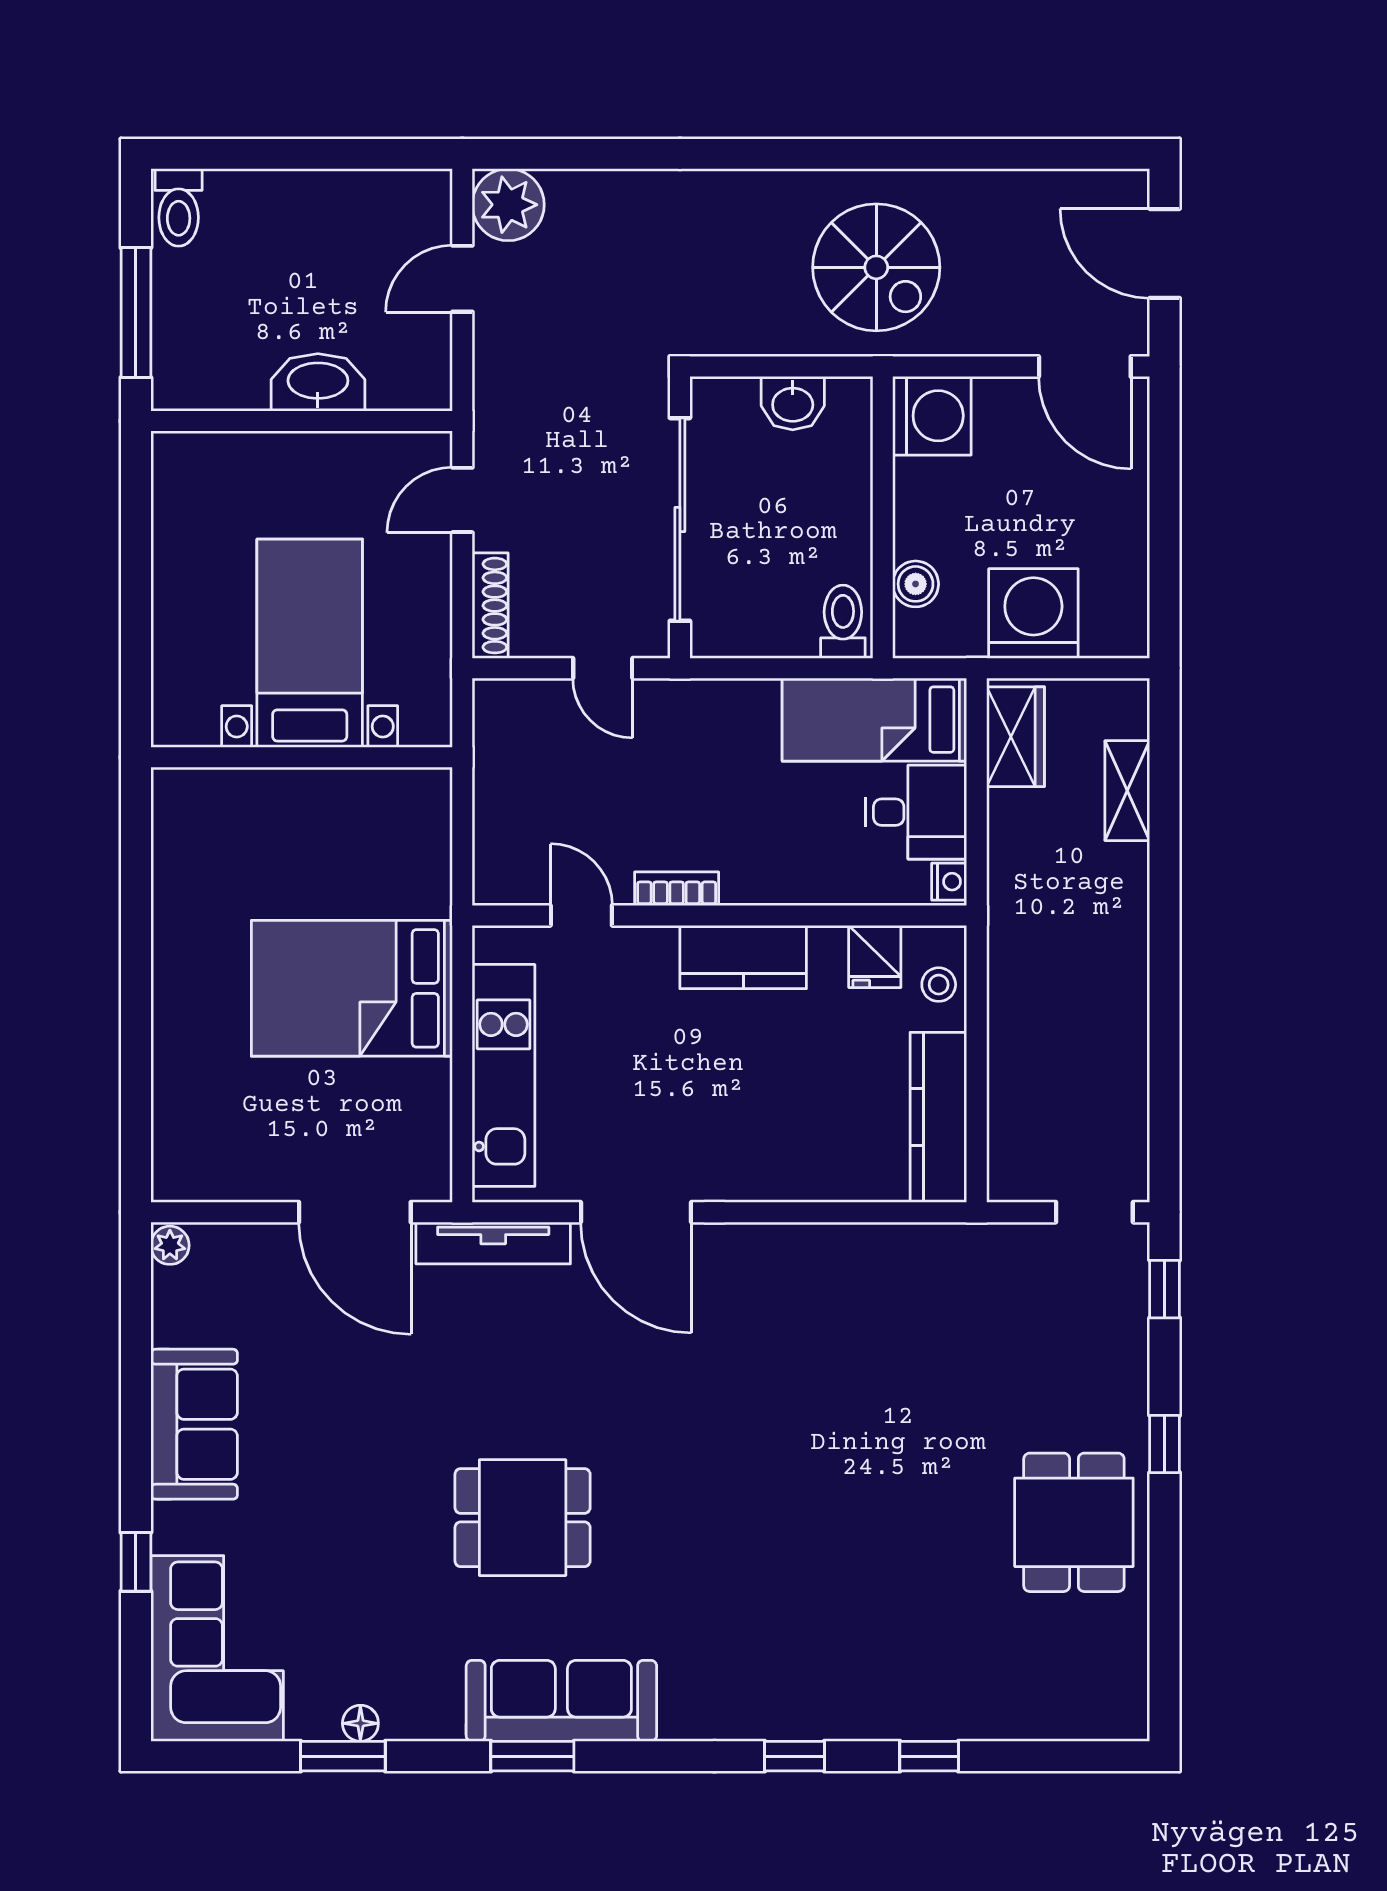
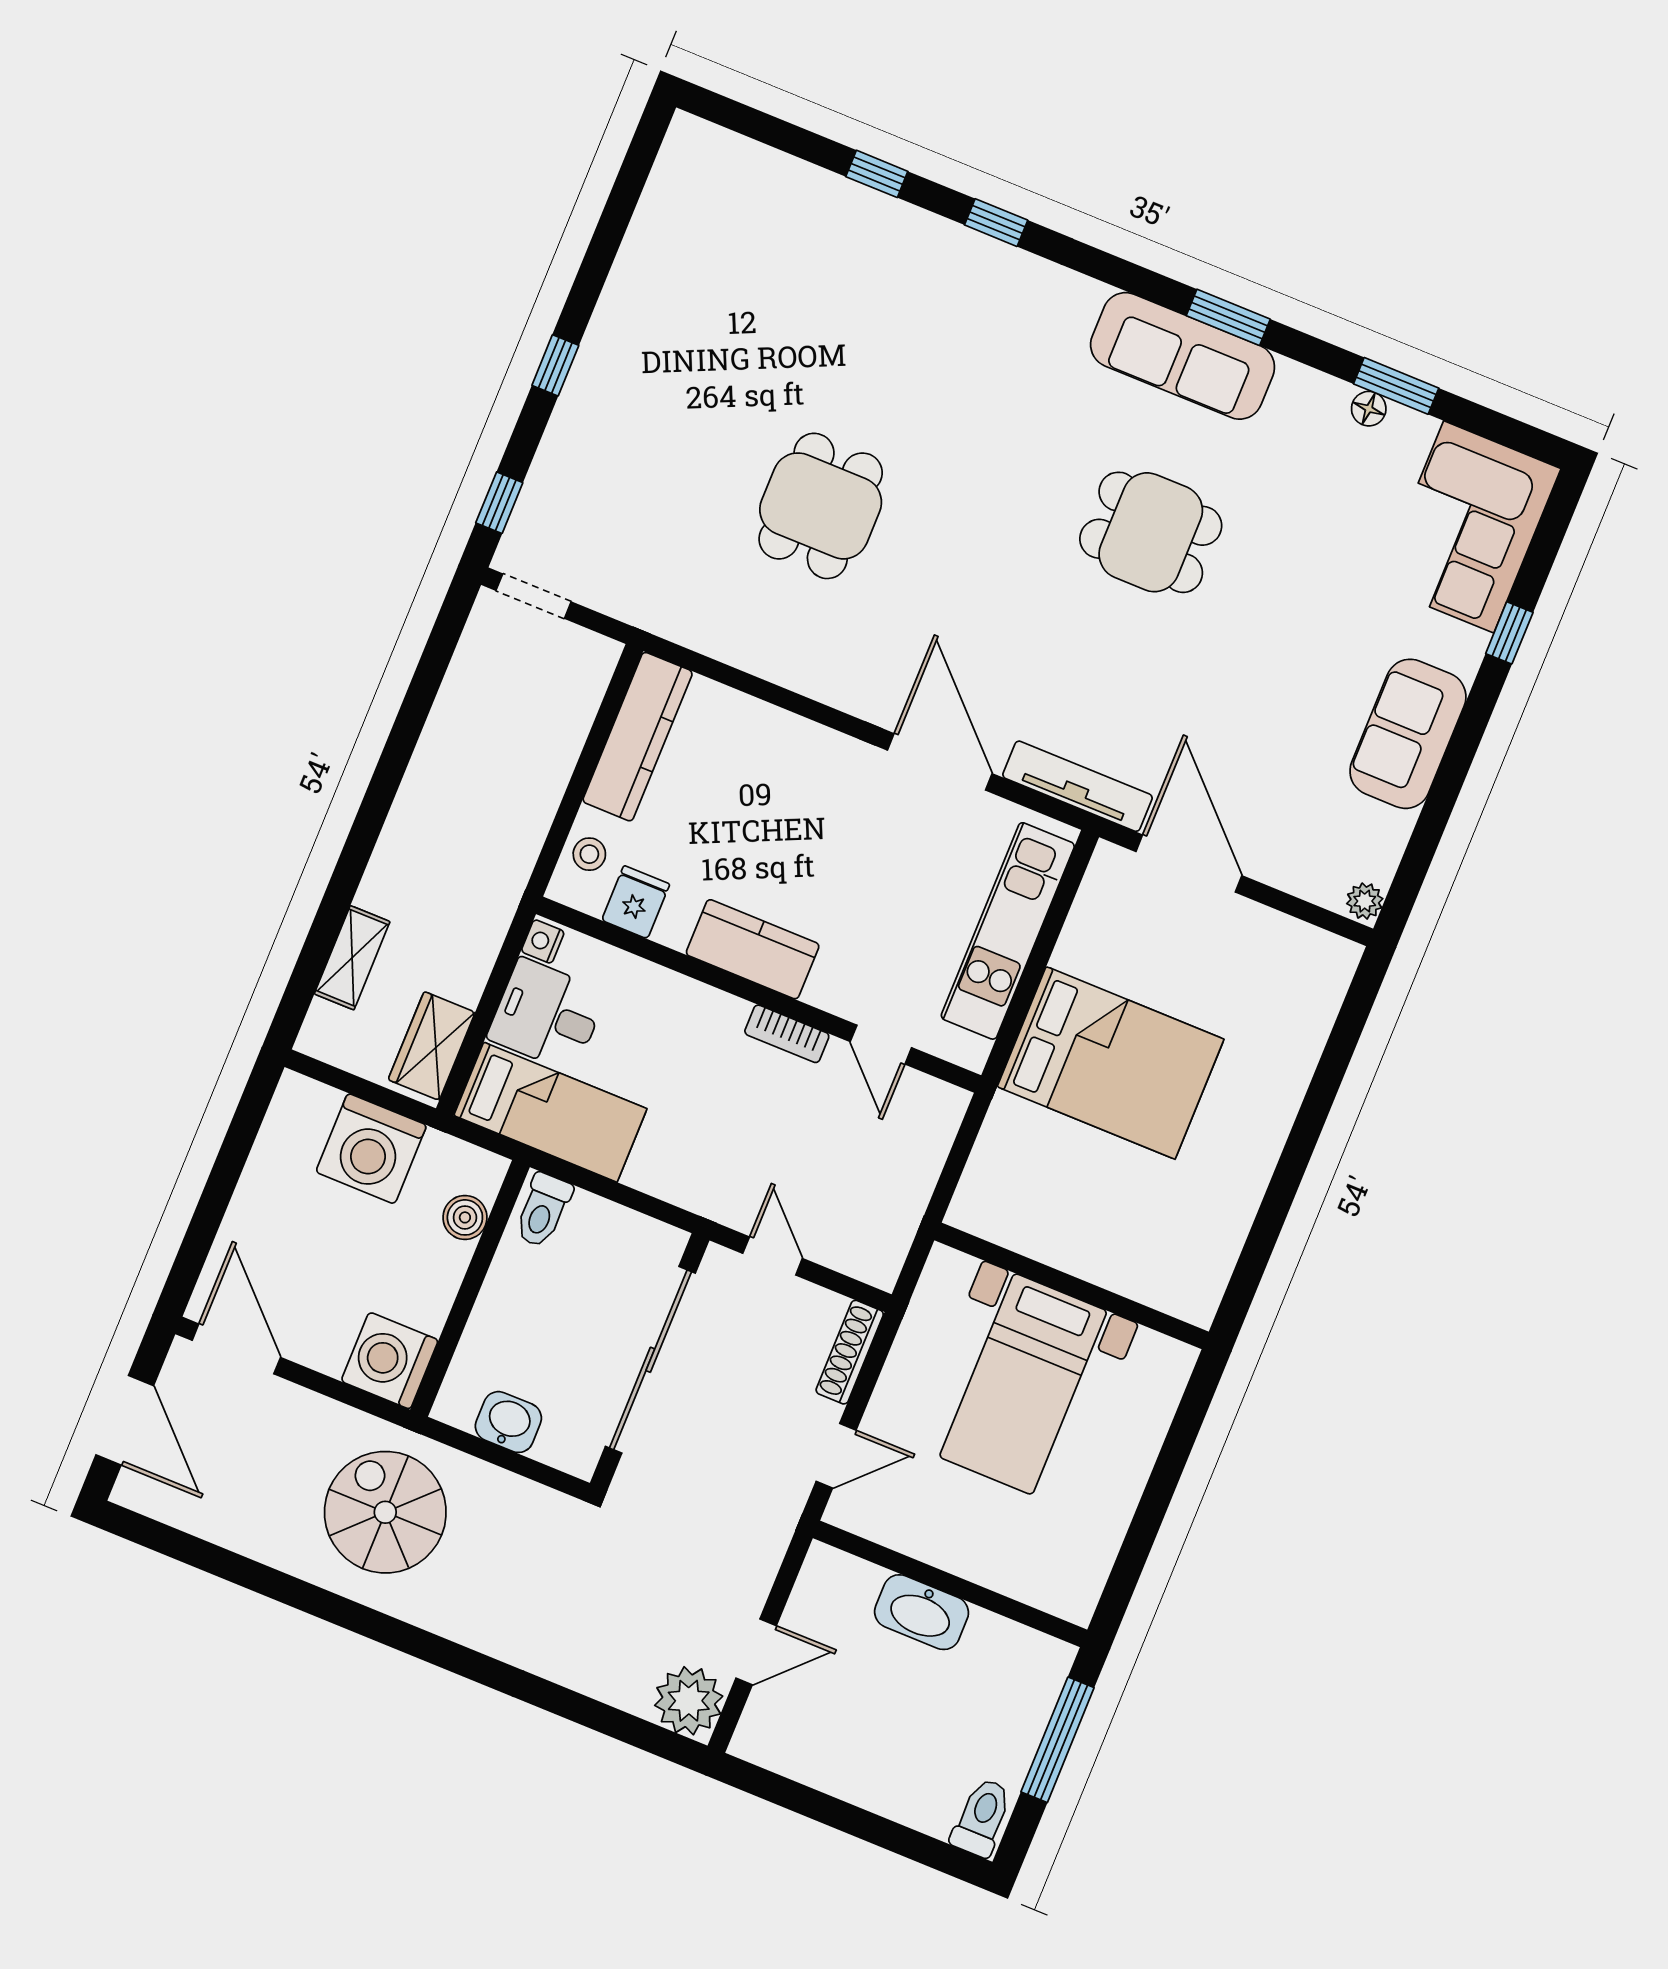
dining table: (1074, 1522) -> (821, 506), moved

